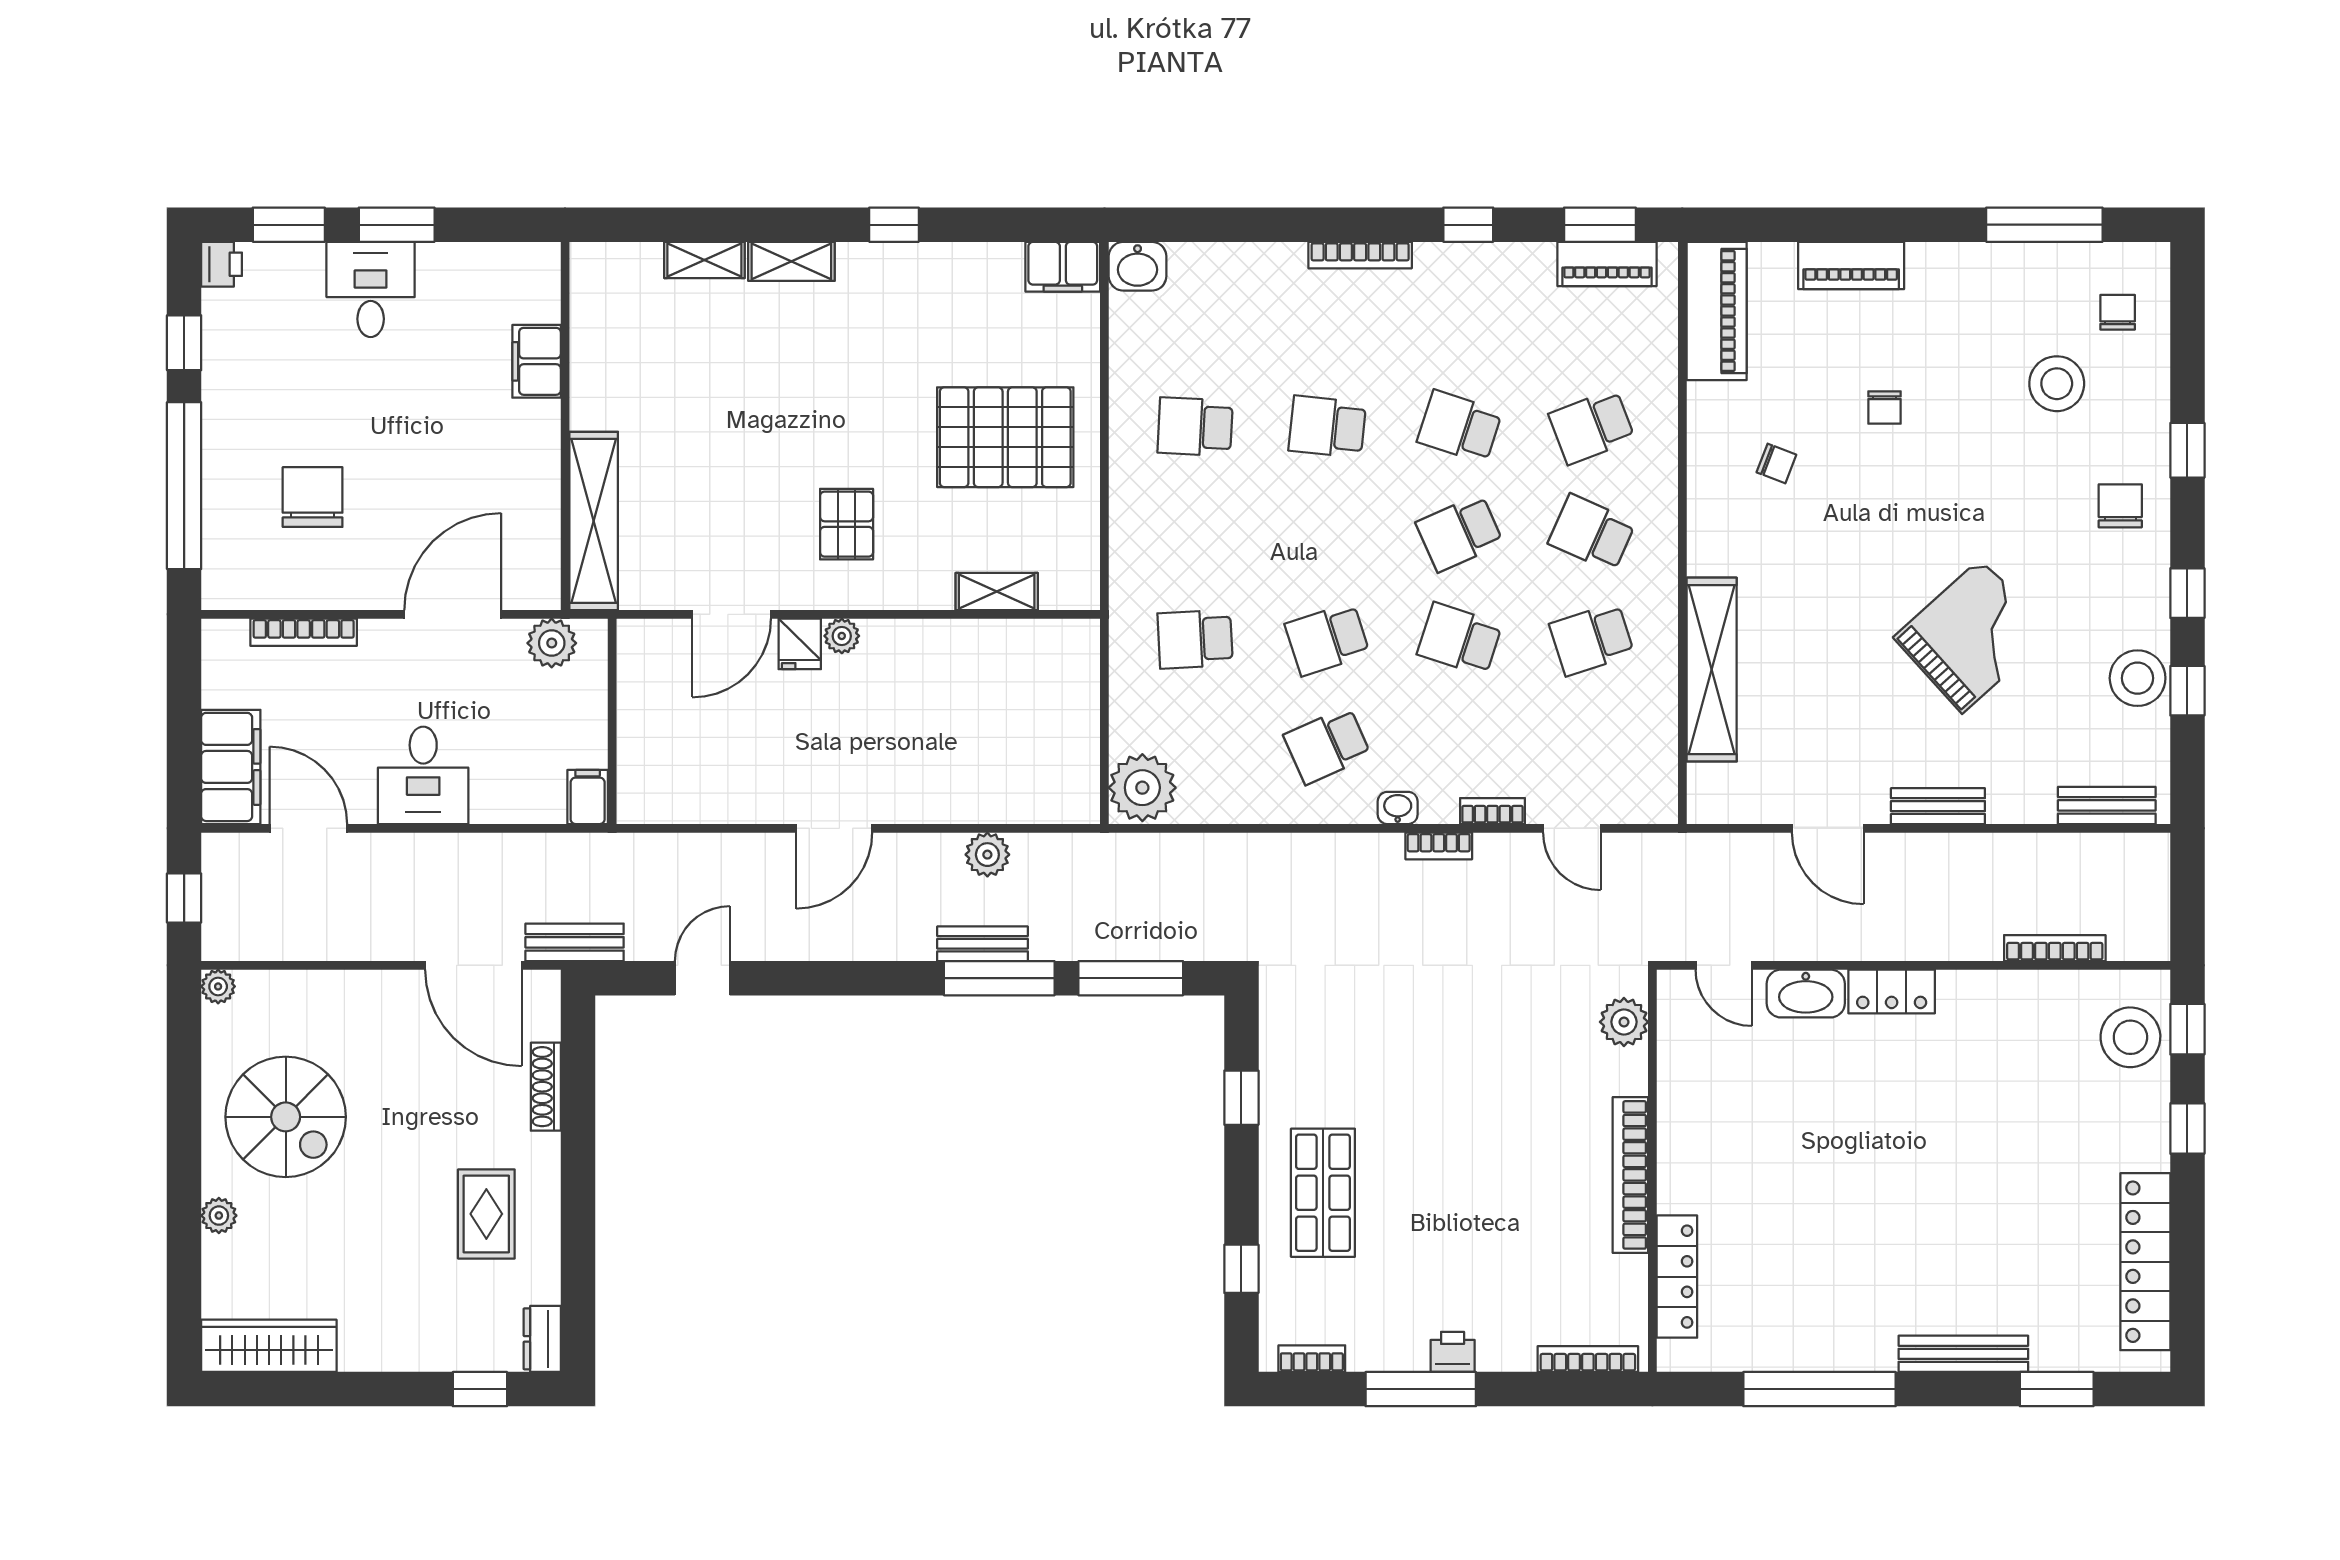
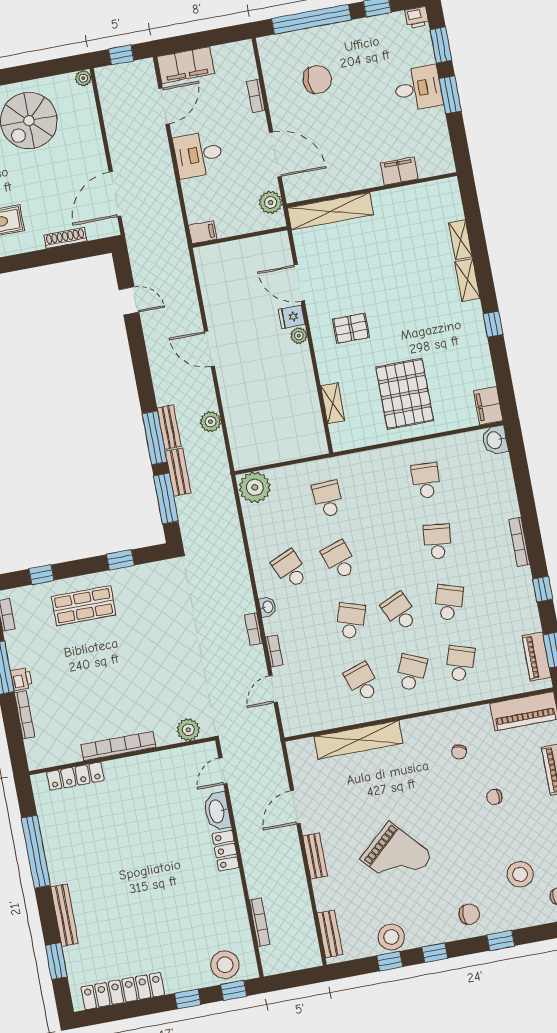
school desk: (1592, 427) -> (460, 664), turned 39
bookcase: (304, 632) -> (256, 96), width x0.64
bench: (575, 942) -> (178, 472), moved
bookcase: (1588, 1359) -> (25, 715), moved

